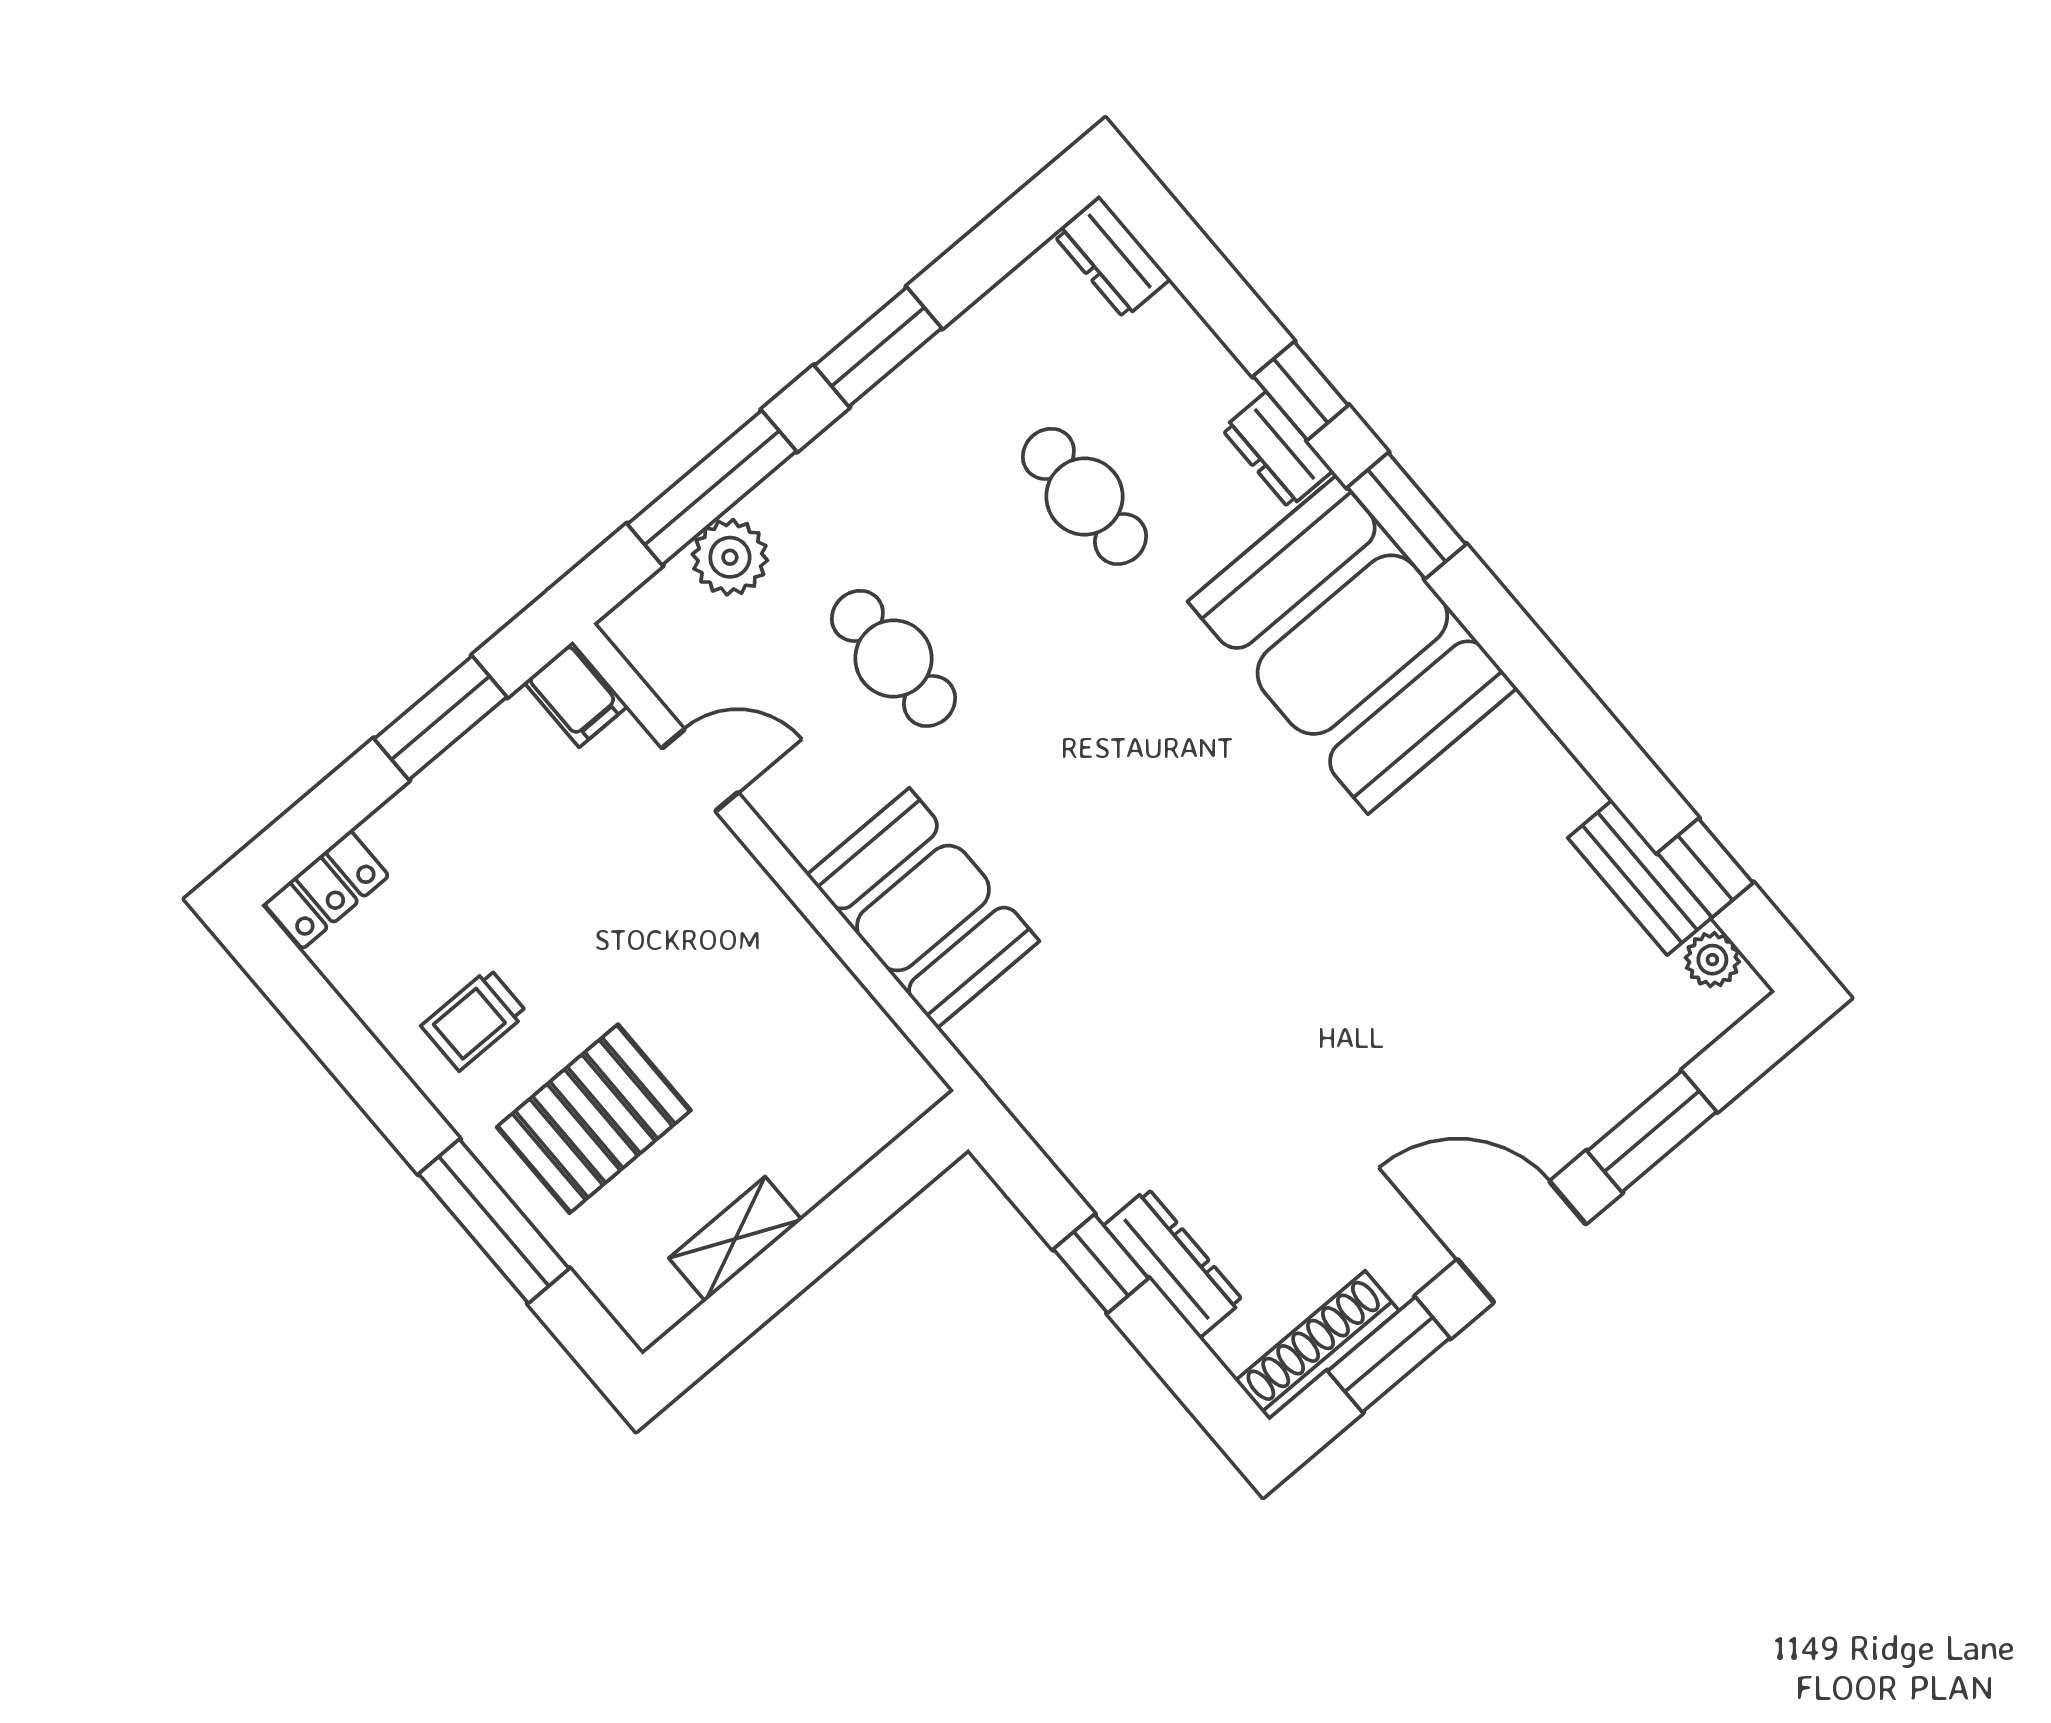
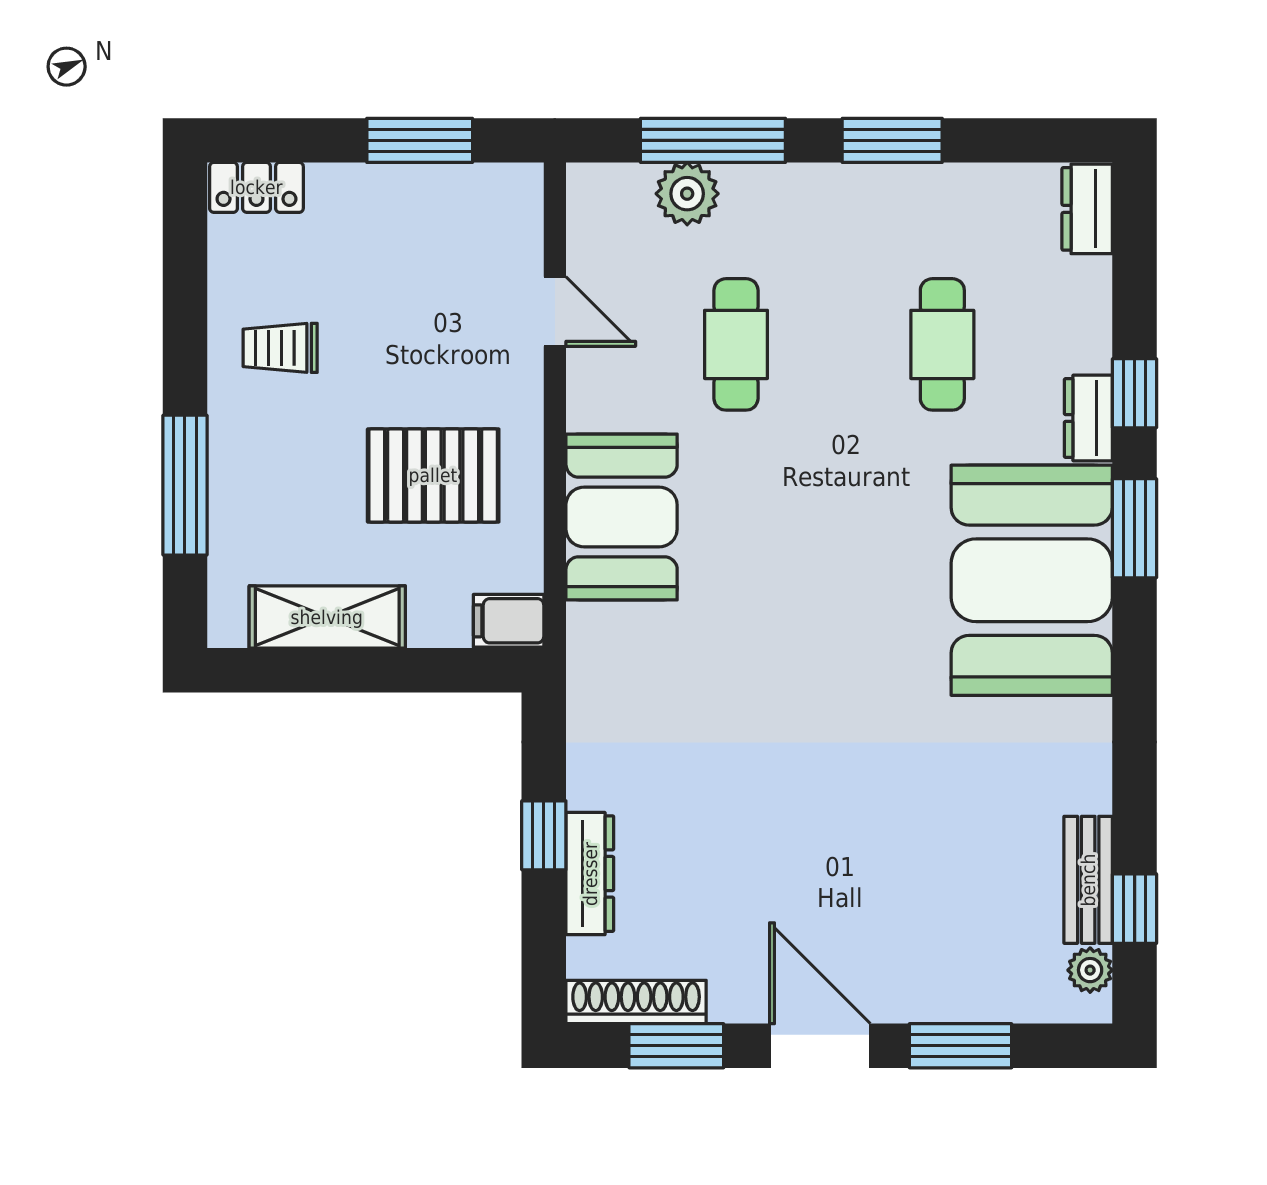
filing cabinet: (576, 694) -> (509, 621), moved, turned 90
pallet: (594, 1119) -> (433, 475), moved
shelving: (735, 1239) -> (327, 617), width x1.50, depth x1.33

